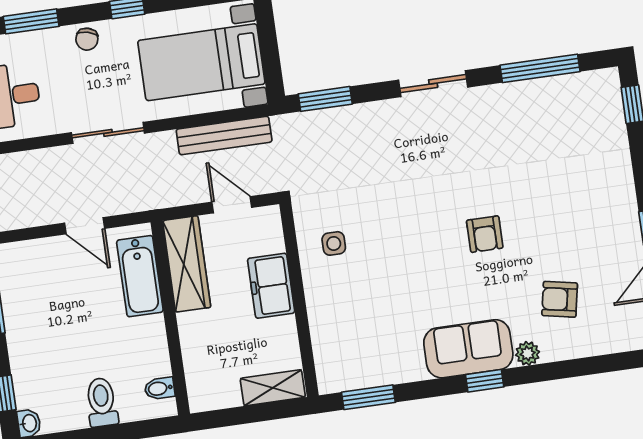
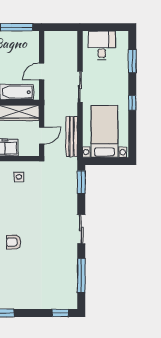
chair: (87, 39) -> (121, 84), removed

